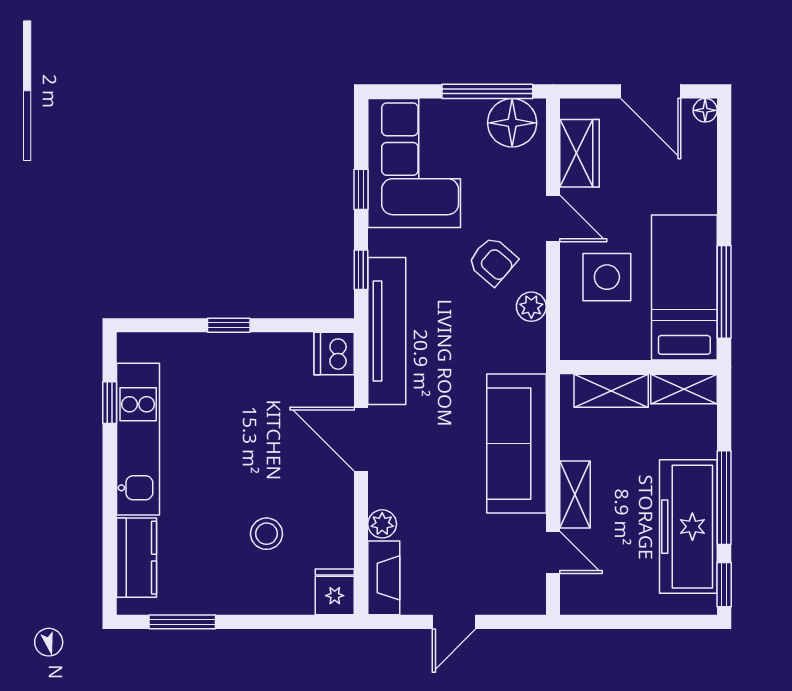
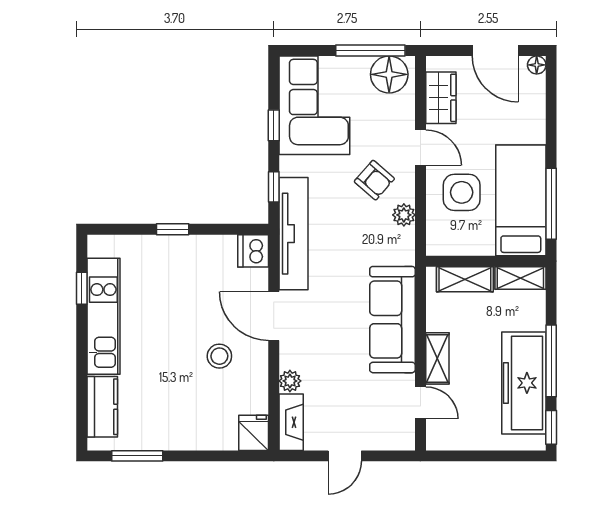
stool: (266, 534) -> (219, 356), moved

